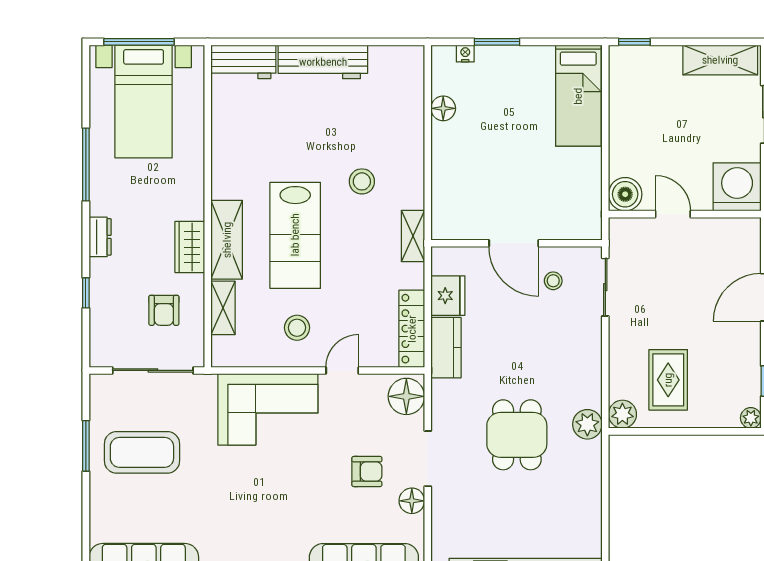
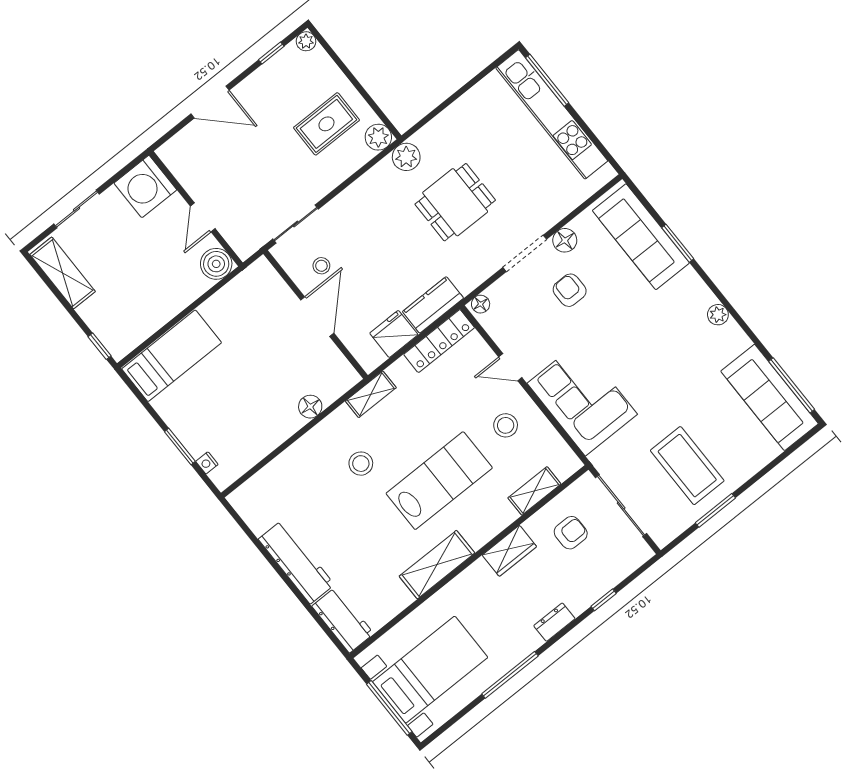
floor lamp: (443, 108) -> (310, 407), moved
shelving: (227, 240) -> (437, 565), moved
floor lamp: (406, 396) -> (481, 304), width x0.53, depth x0.53

